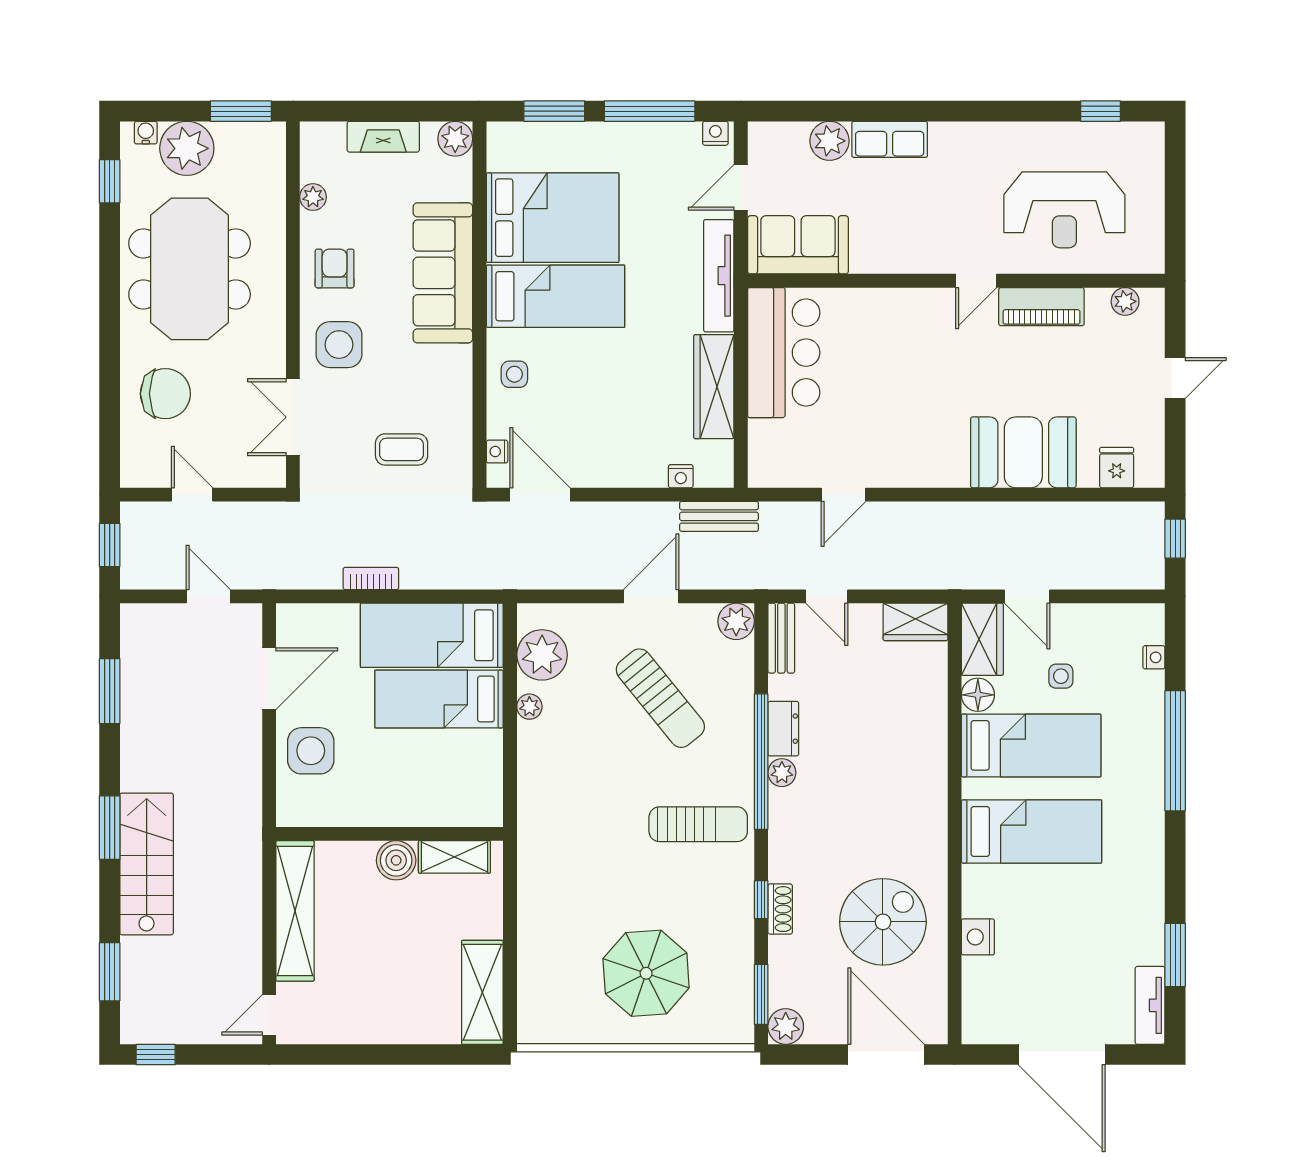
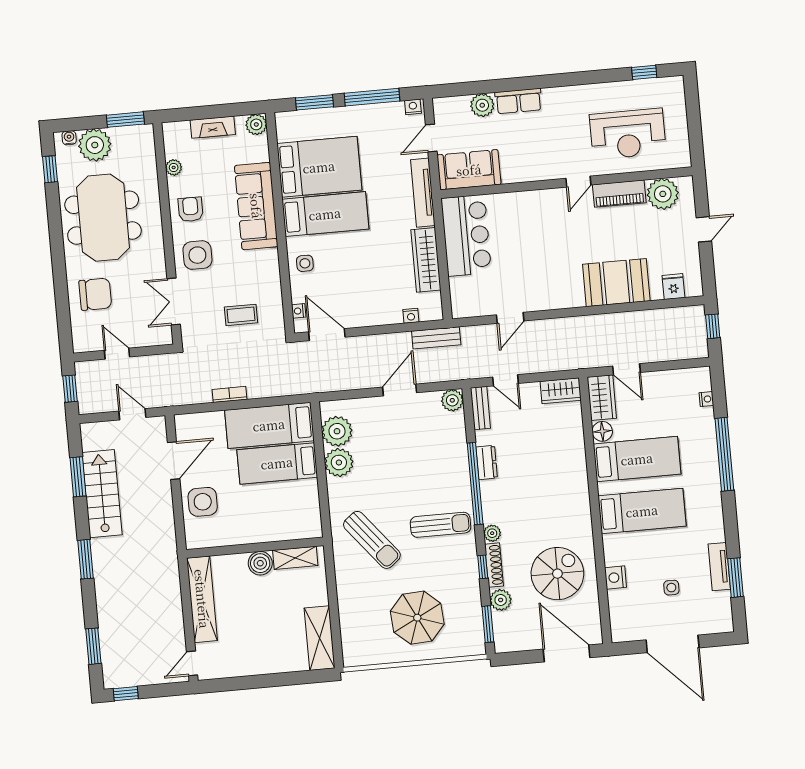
plant: (1125, 301) -> (663, 194), width x1.87, depth x1.87
side table: (1061, 676) -> (671, 588), moved
sun lounger: (660, 698) -> (372, 540), moved
plant: (529, 707) -> (339, 462), width x1.87, depth x1.87
plant: (782, 773) -> (492, 533), moved
stairs: (147, 864) -> (102, 494), moved
shoe rack: (780, 909) -> (494, 565), width x1.43
tv unit: (1150, 1005) -> (719, 567), moved
plant: (786, 1026) -> (501, 600), moved

